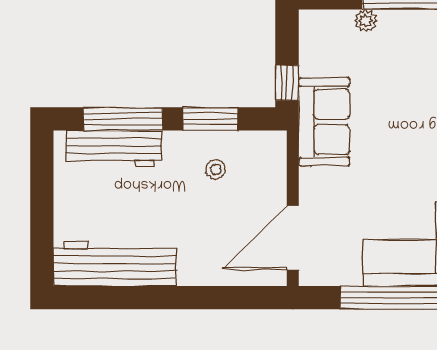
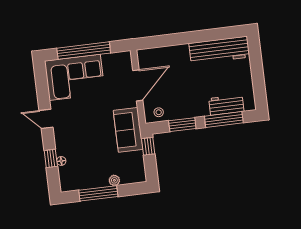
workbench: (114, 148) -> (226, 105), width x0.73
stool: (216, 170) -> (159, 112), moved
door: (293, 238) -> (138, 85), moved

